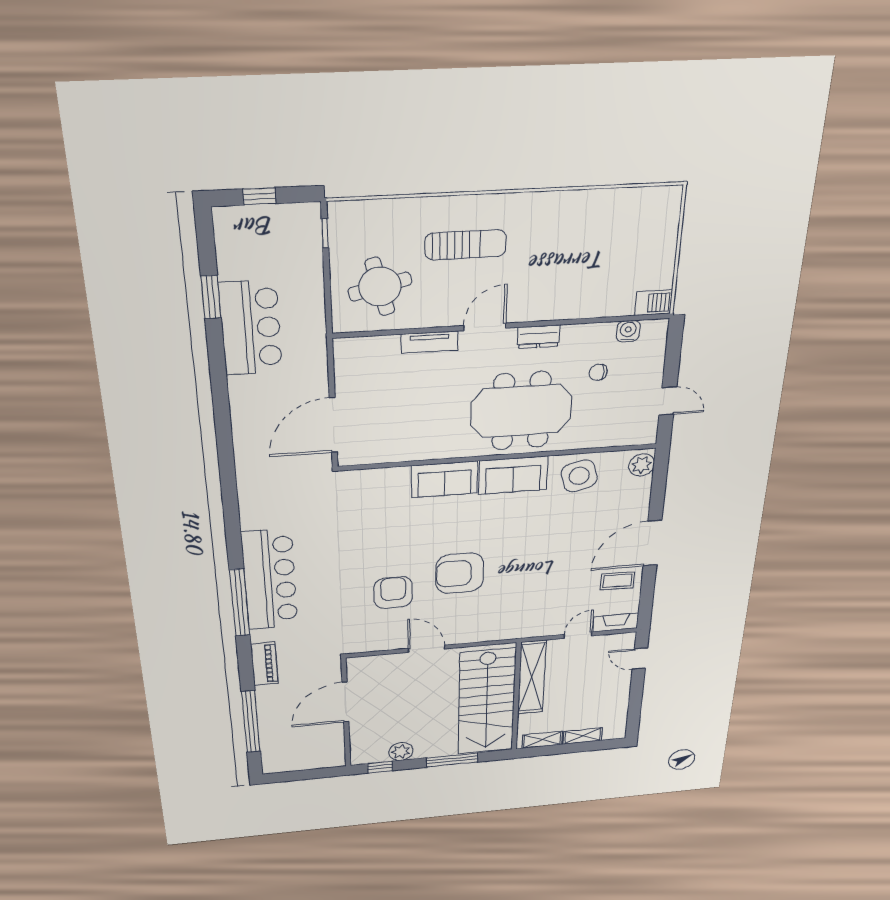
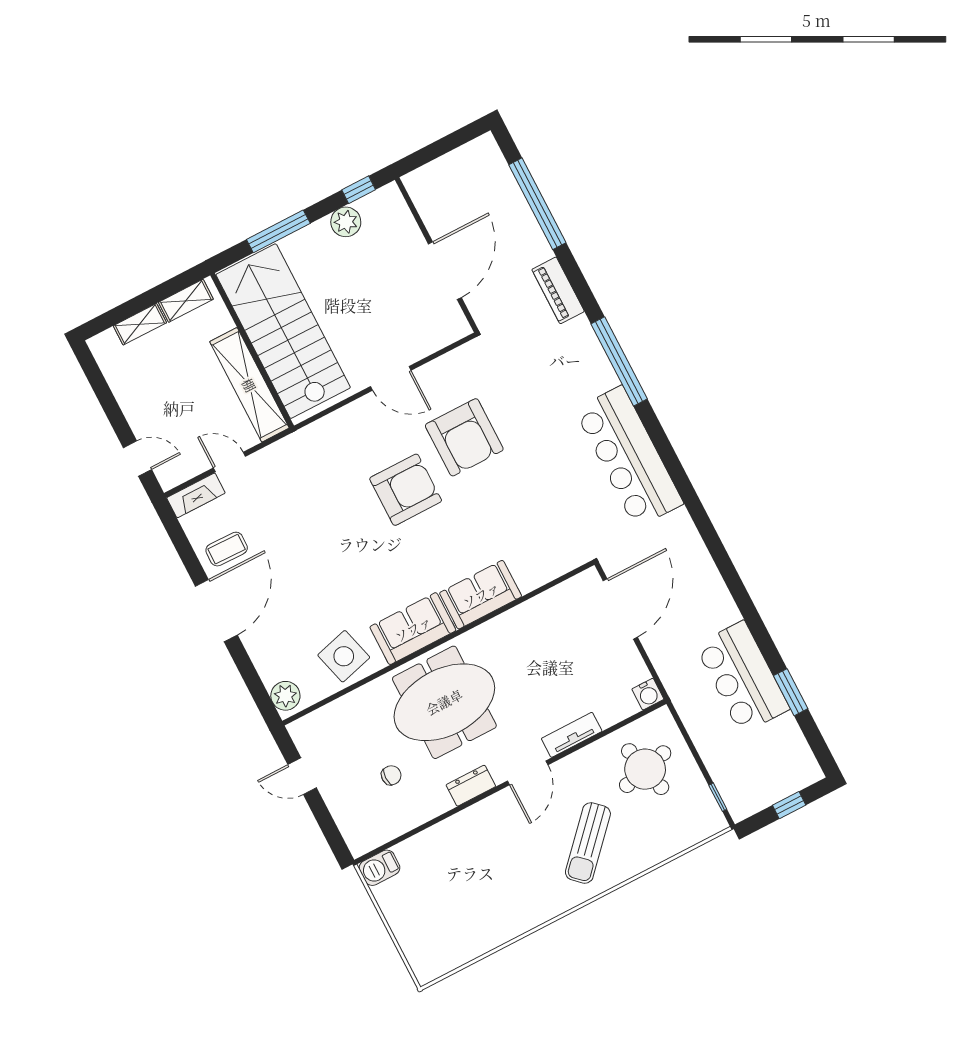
sun lounger: (465, 245) -> (588, 843), turned -47
water cooler: (628, 331) -> (648, 694), moved
bar counter: (270, 580) -> (629, 457), moved
armchair: (393, 593) -> (464, 437), width x1.36, depth x1.36
door: (578, 635) -> (229, 462), swing flipped

